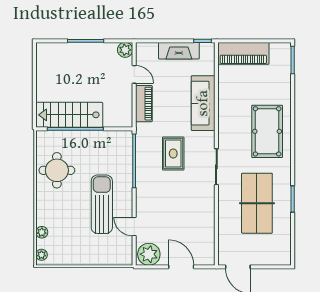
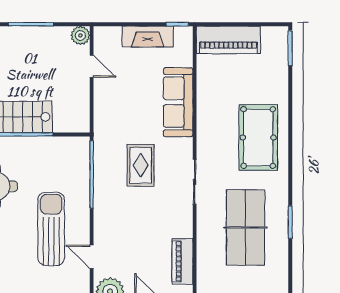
piano: (144, 104) -> (182, 261), moved, turned 180

